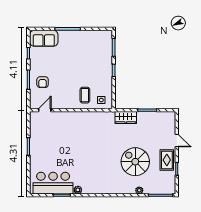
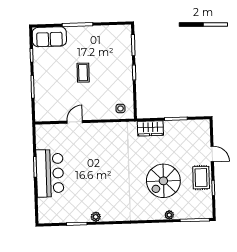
armchair: (43, 82) -> (50, 89), removed
coffee table: (85, 95) -> (83, 73), moved
door: (45, 110) -> (75, 122), moved
spiral stairs: (135, 162) -> (163, 181), turned -90
bar counter: (53, 183) -> (50, 173), moved, turned 90

